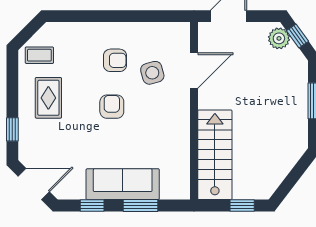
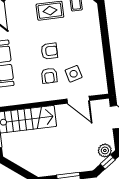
armchair: (115, 60) -> (49, 76), moved

